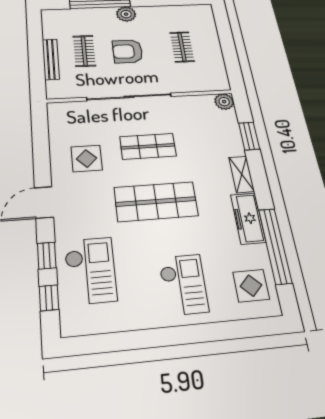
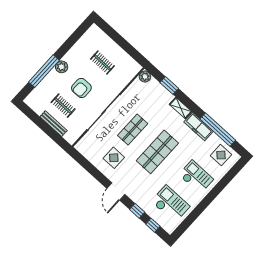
checkout: (90, 270) -> (170, 204), moved

